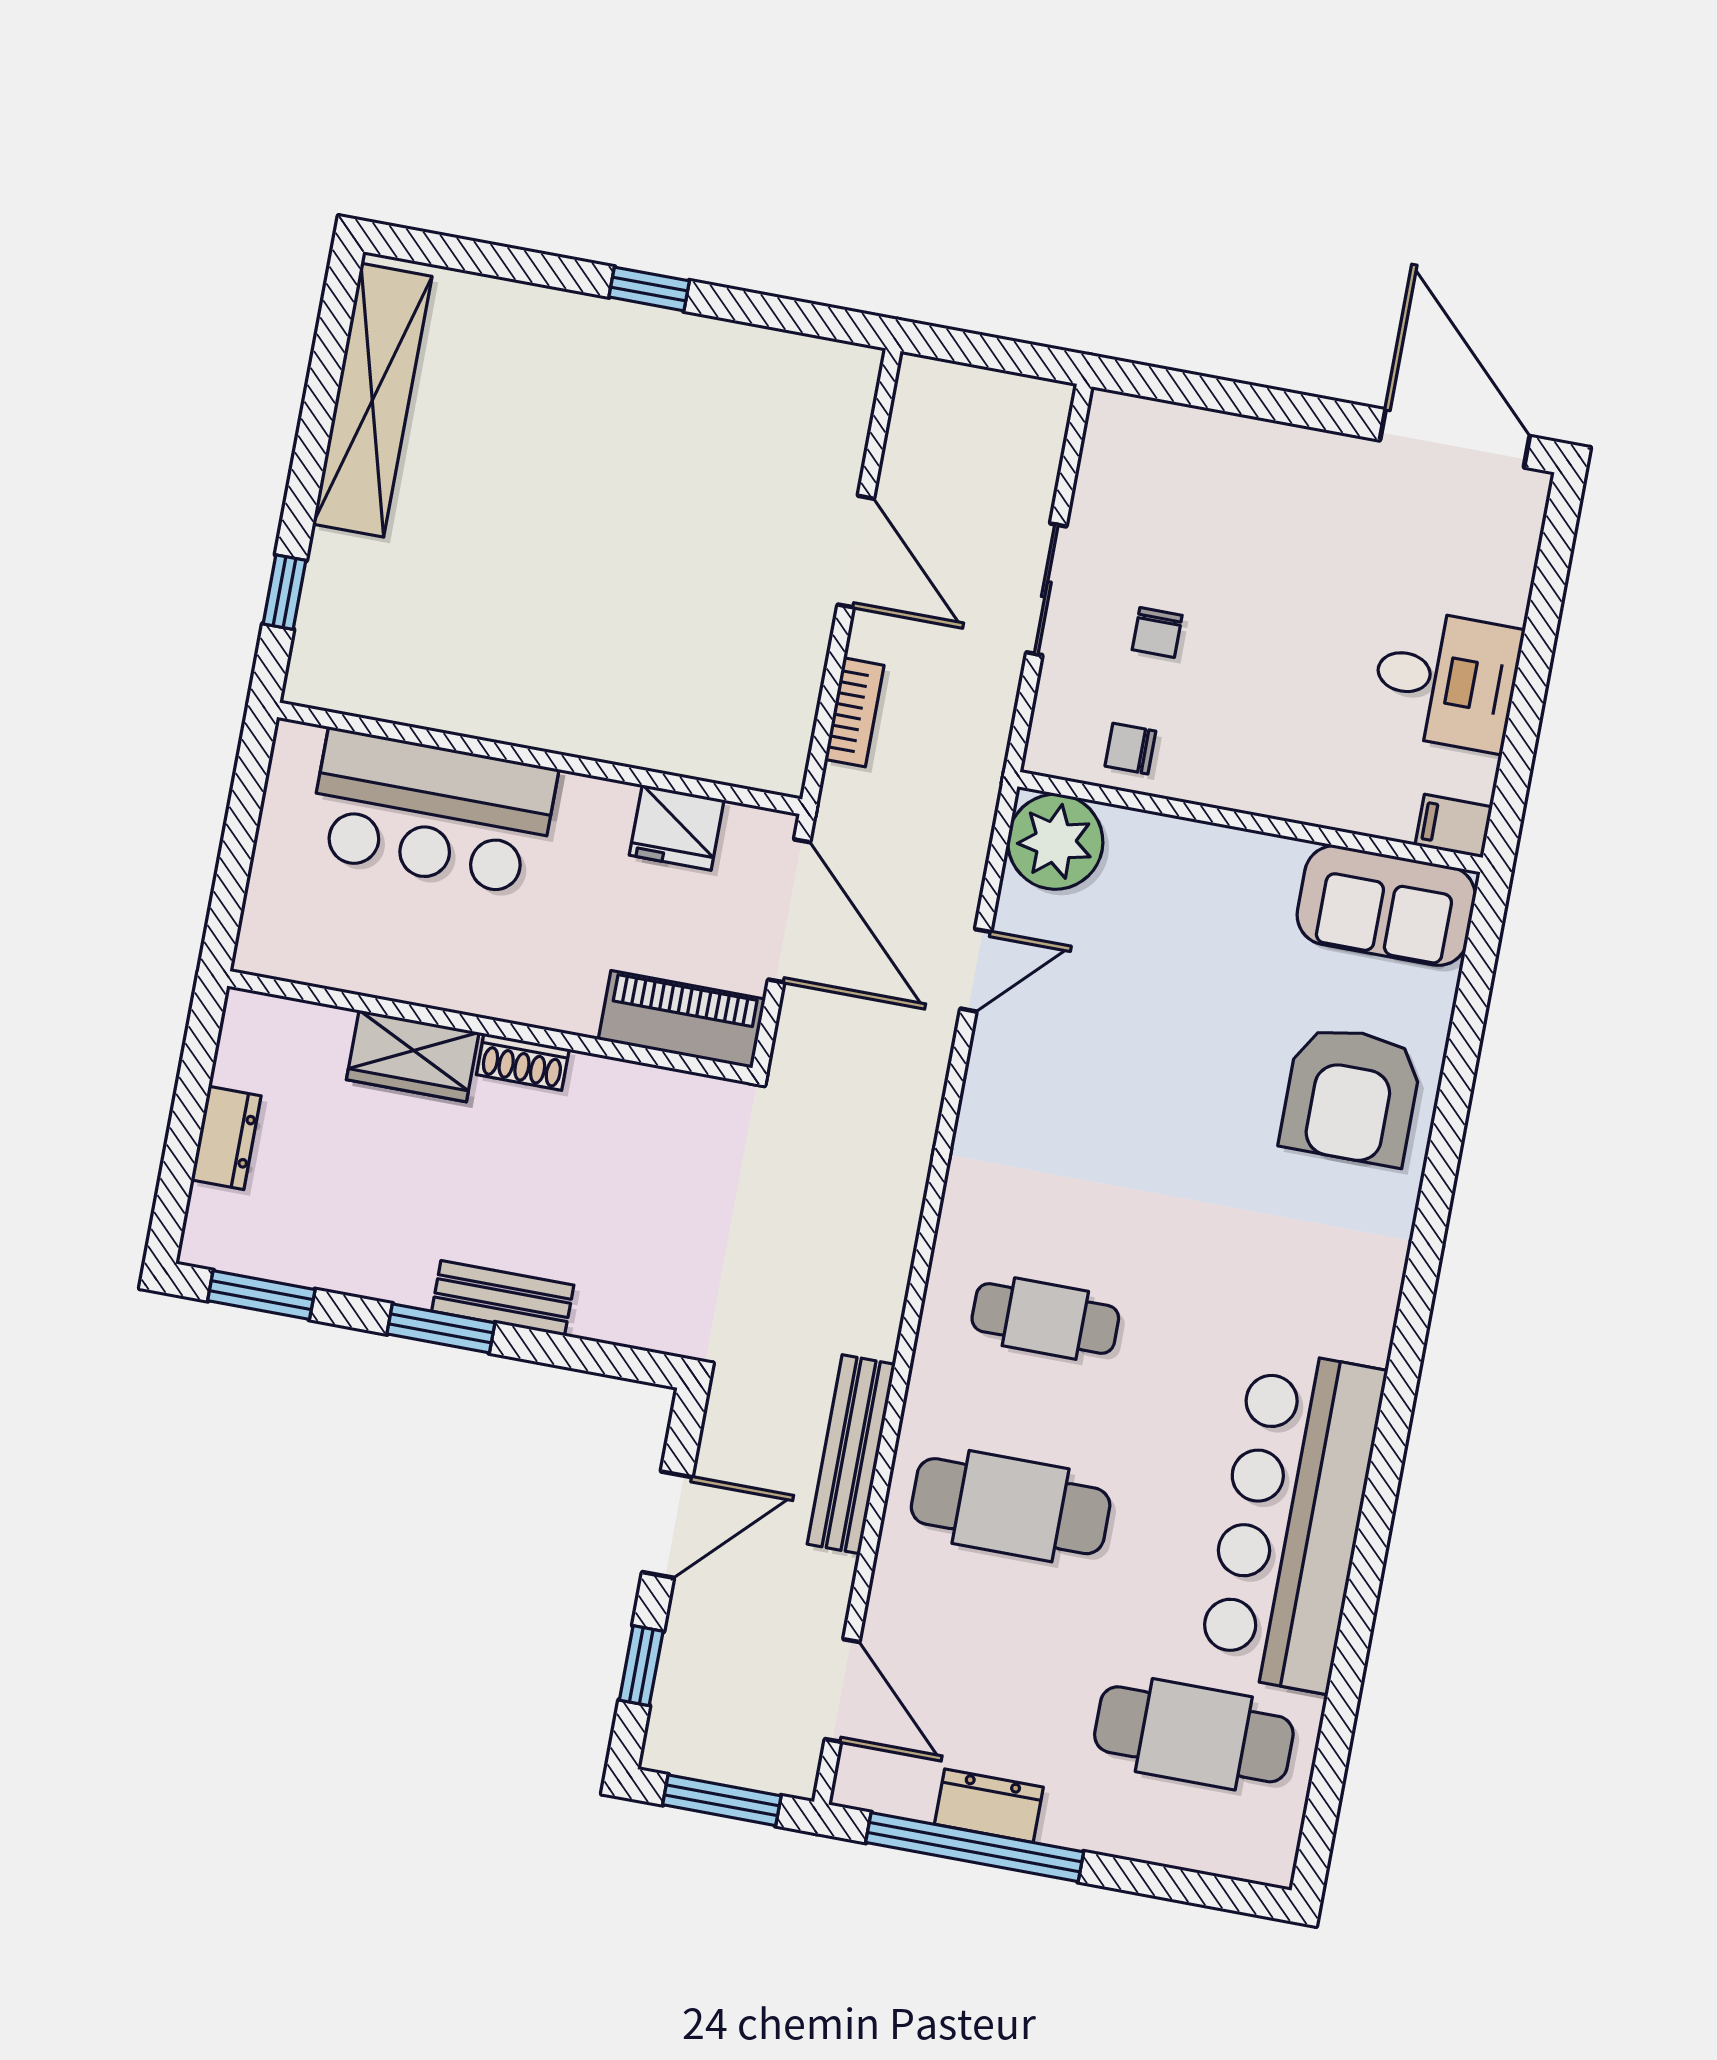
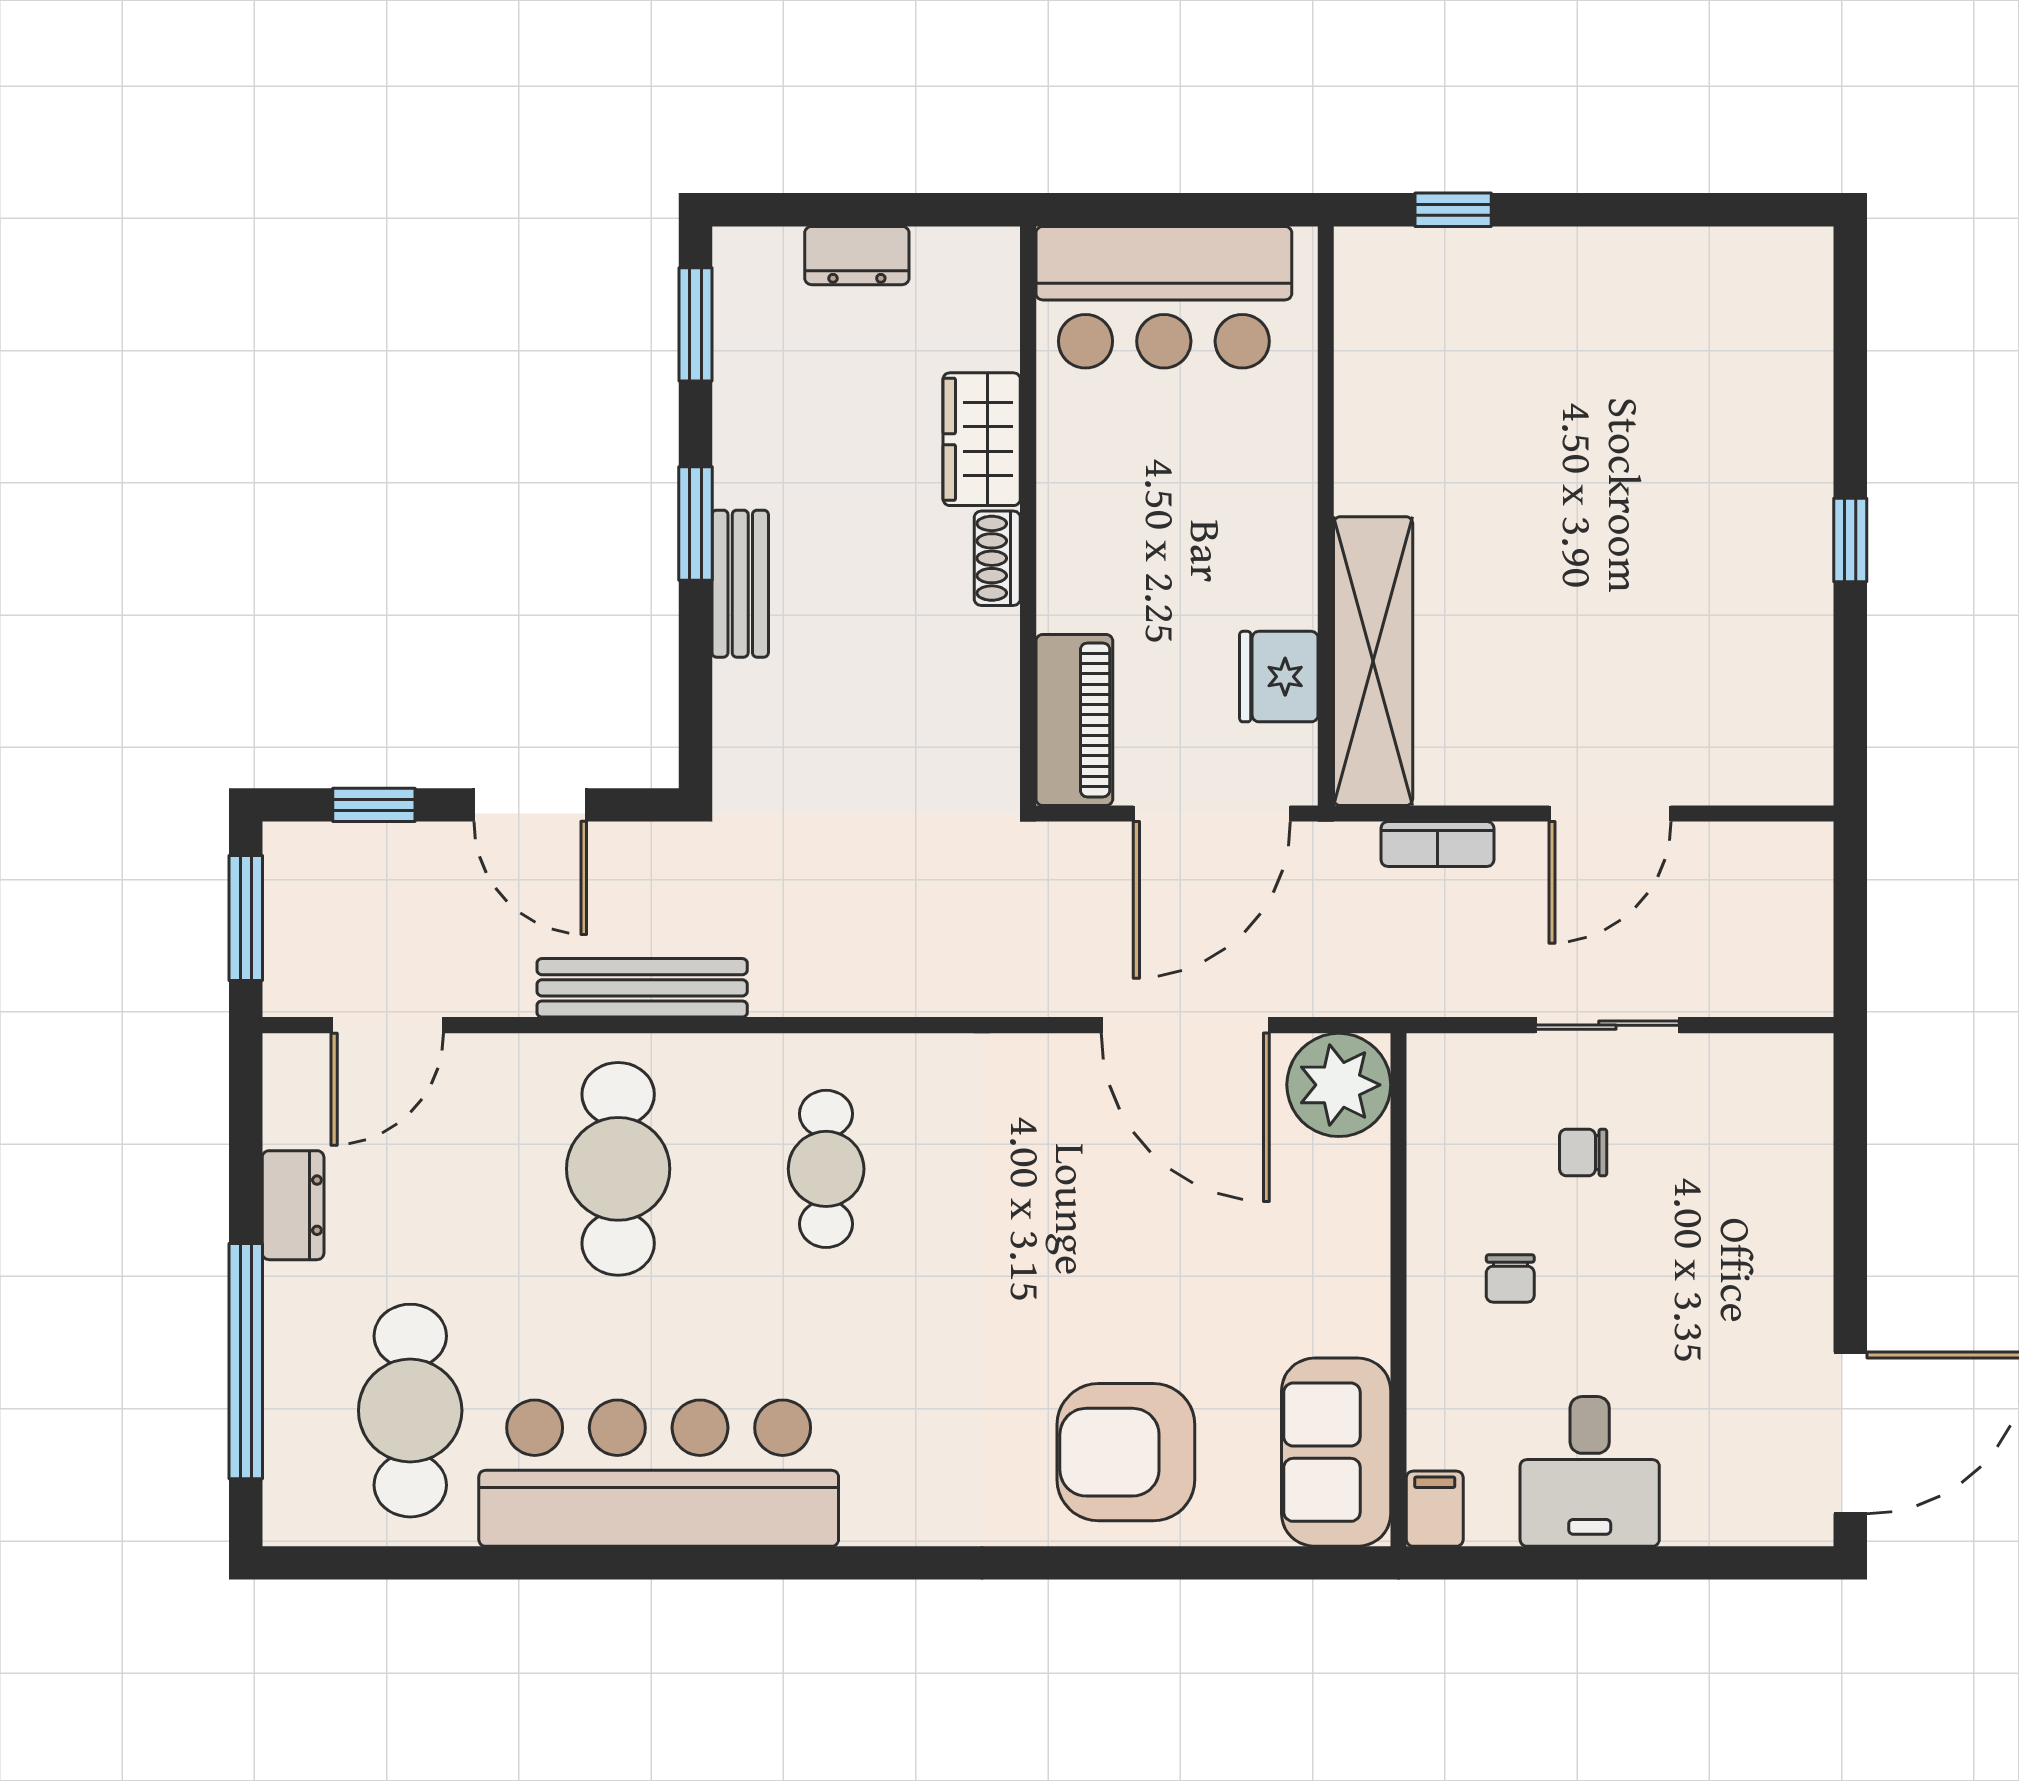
shelving: (372, 400) -> (1373, 661), moved, turned 90
chair: (1130, 749) -> (1510, 1278), moved, turned 180
bar counter: (432, 812) -> (1164, 297), moved, turned -90
door: (976, 970) -> (1185, 1025), width x1.87
window: (975, 1847) -> (246, 1361), moved

